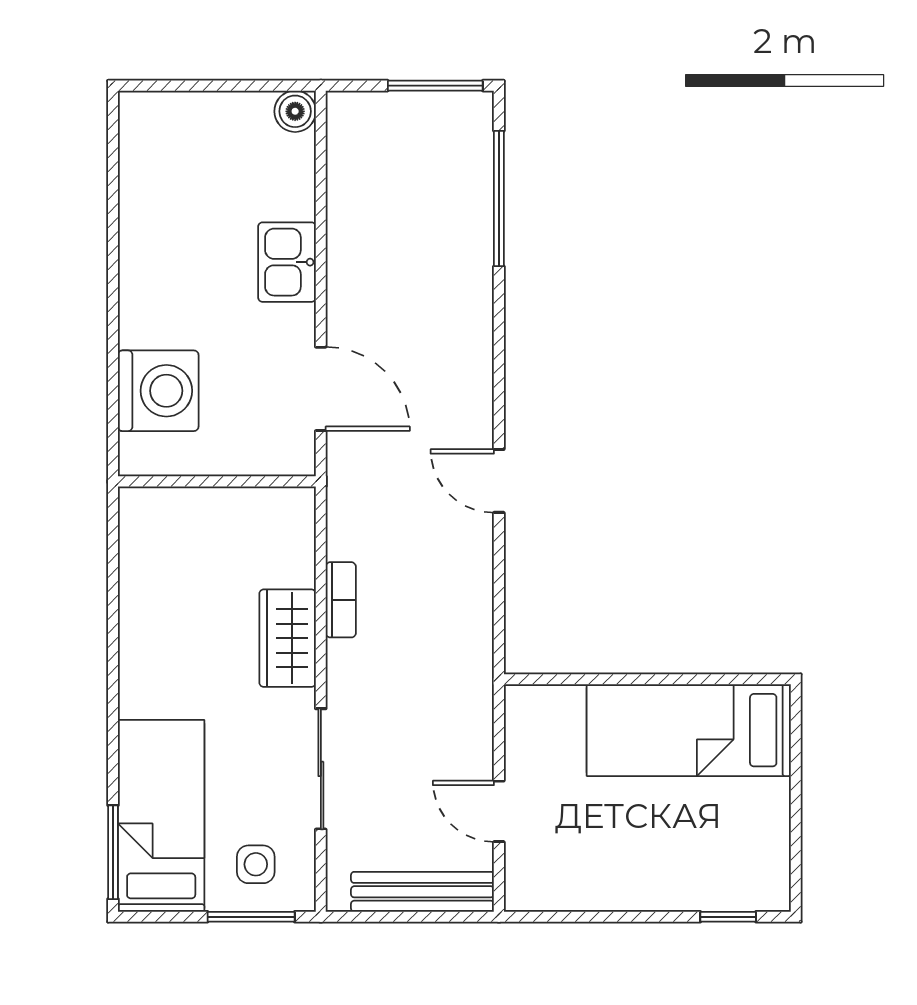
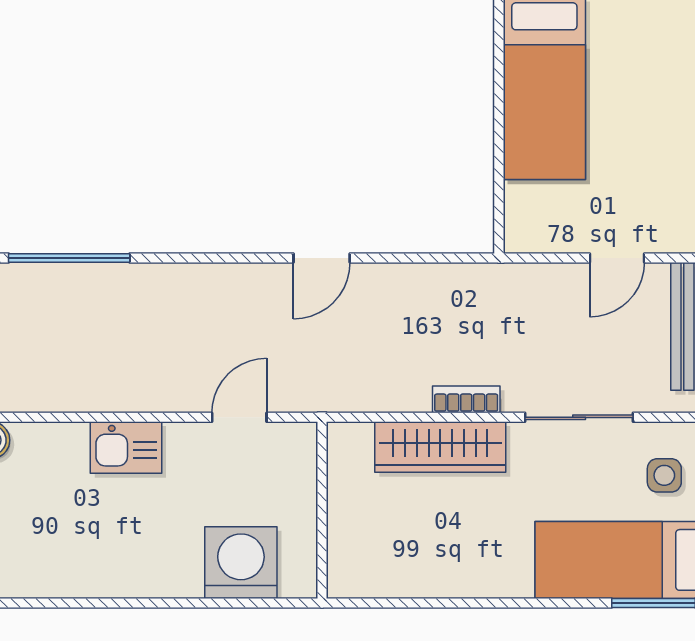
door: (321, 389) -> (239, 417), width x0.73
bookcase: (341, 600) -> (466, 399), moved
wardrobe: (288, 638) -> (440, 447), width x1.50

